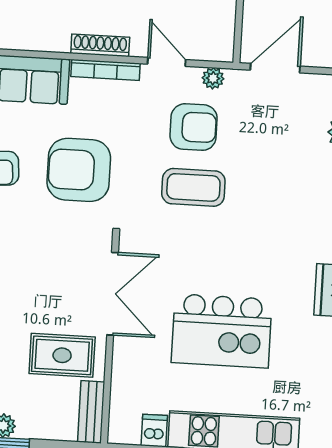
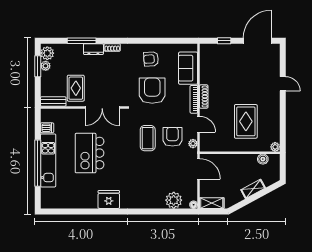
door: (167, 62) -> (199, 124), hinge flipped
armchair: (194, 127) -> (172, 137), turned 180

